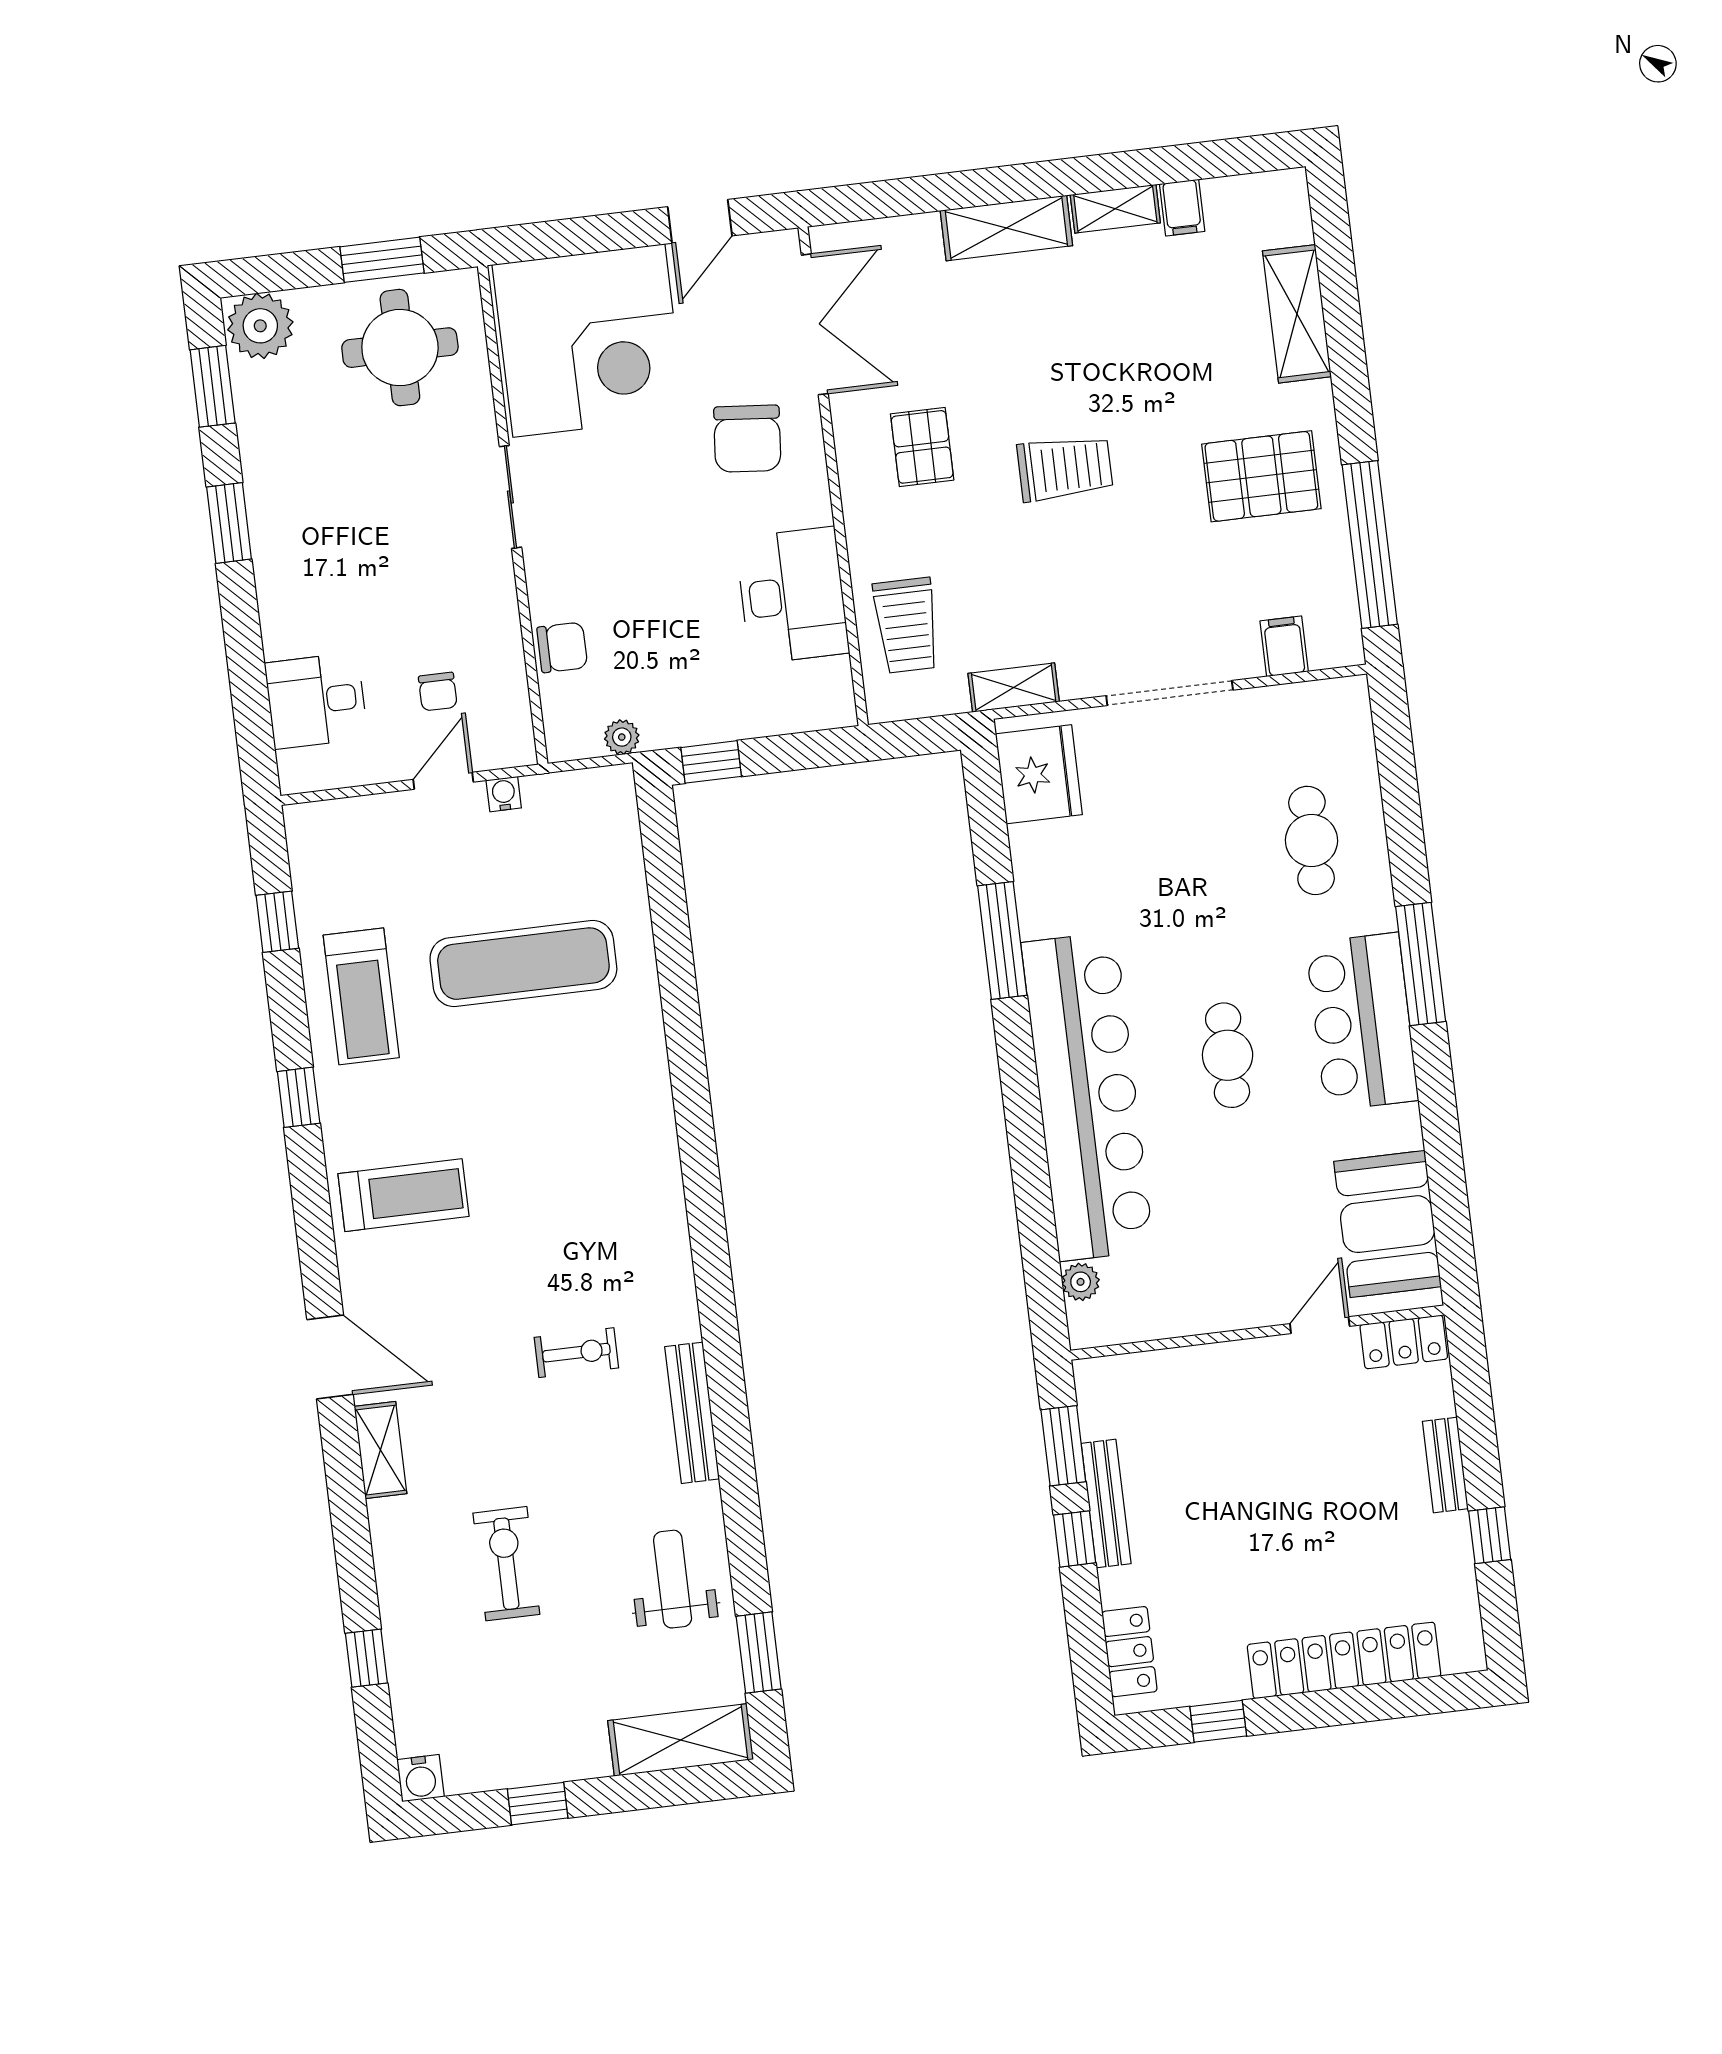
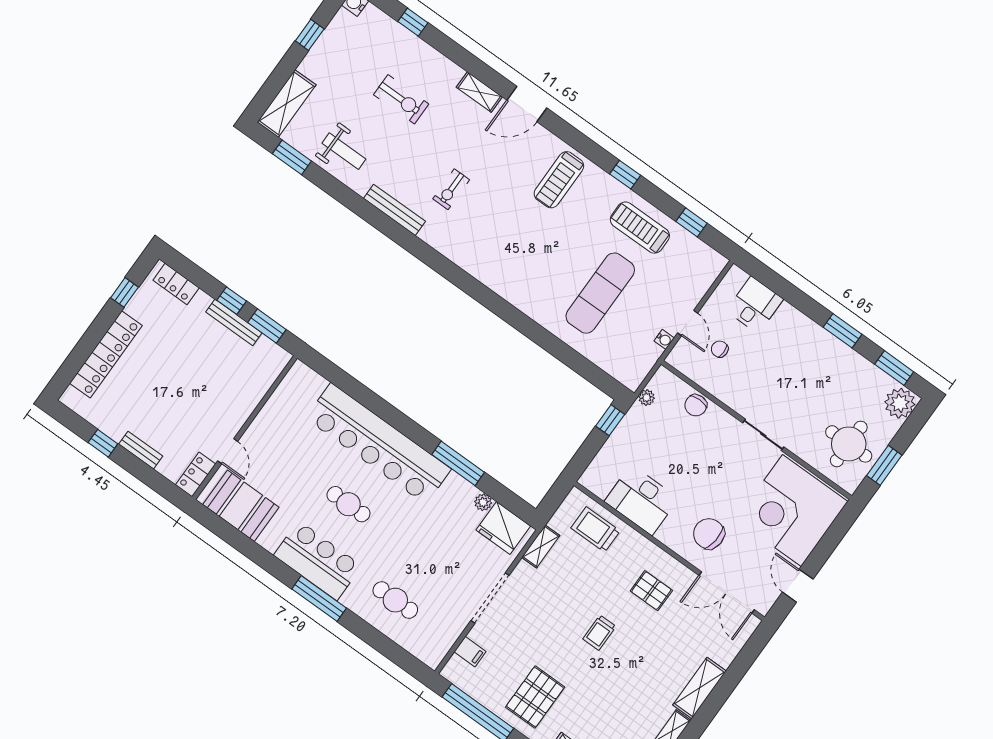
trolley: (1065, 468) -> (599, 633), width x0.73, depth x0.72
plant: (1081, 1282) -> (483, 502), moved

